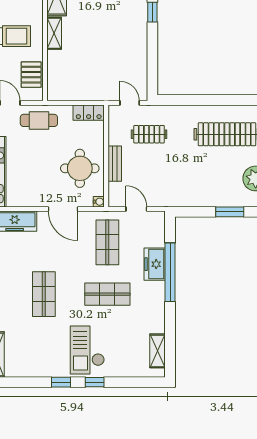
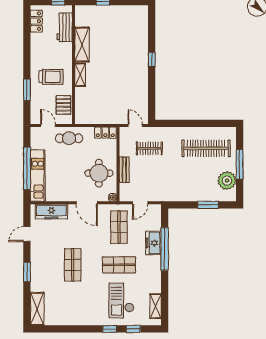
door: (136, 209) -> (140, 203), swing flipped
checkout: (87, 350) -> (121, 301), moved
window: (61, 382) -> (133, 329), moved

